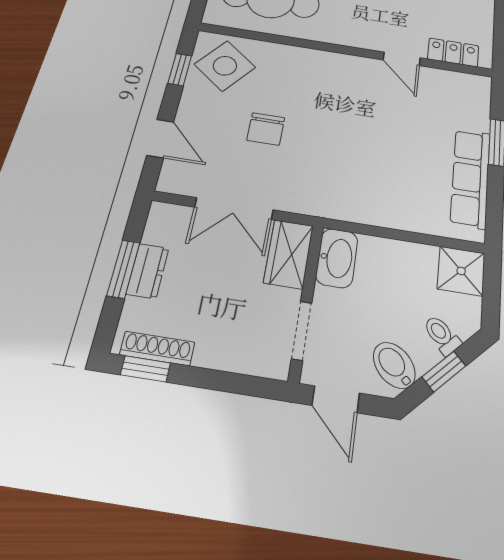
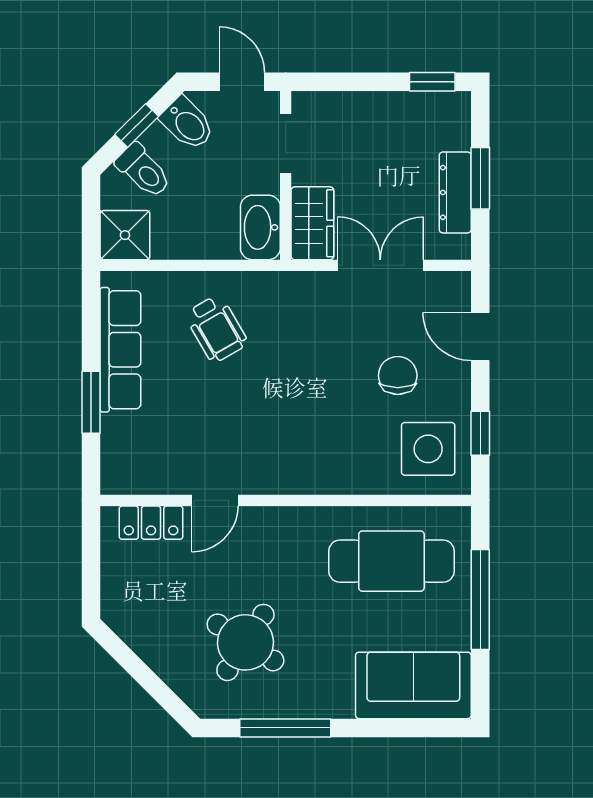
door: (402, 59) -> (215, 500), swing flipped
side table: (225, 66) -> (428, 449), turned -38
chair: (266, 129) -> (398, 375), moved
wheelchair: (387, 181) -> (216, 329), added
dresser: (148, 271) -> (455, 192), width x1.44
toilet: (442, 335) -> (143, 171), width x1.37, depth x1.39
shoe rack: (157, 349) -> (426, 103), removed

